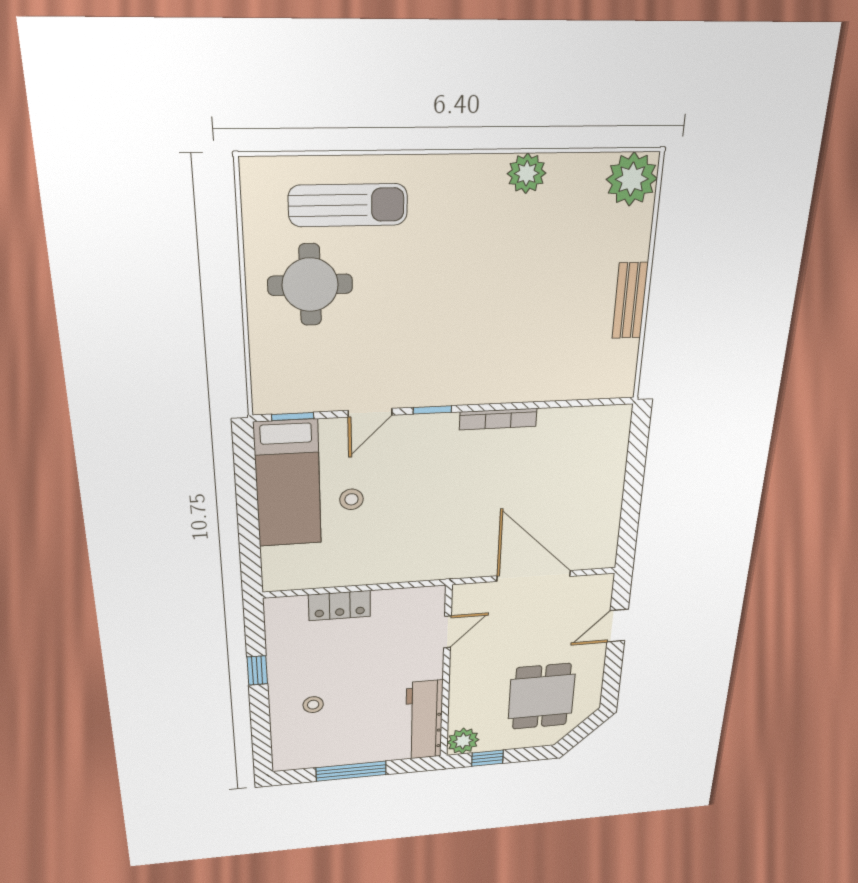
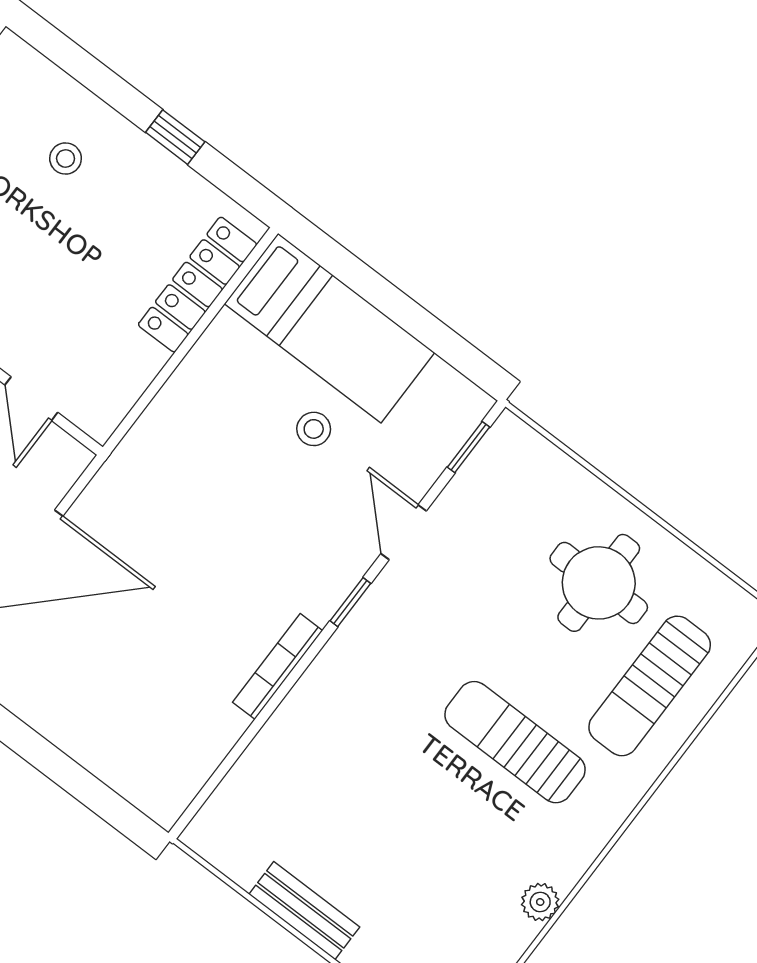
plant: (527, 173) -> (540, 902), width x0.73, depth x0.73
sun lounger: (444, 259) -> (515, 742), added
bed: (288, 484) -> (330, 328), moved, turned 180
locker: (340, 606) -> (198, 285), width x1.53

